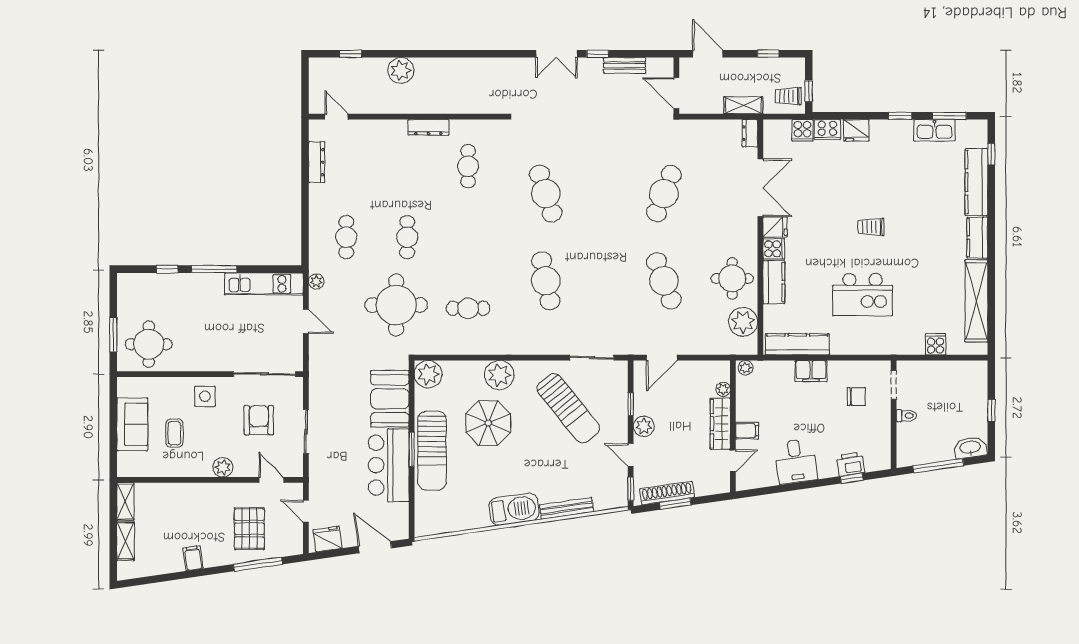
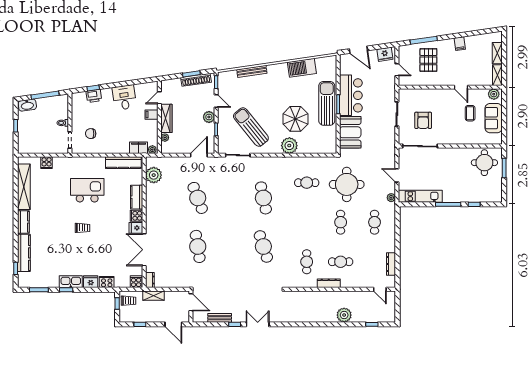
cooker: (803, 130) -> (136, 282), moved
kitchen sink: (934, 130) -> (71, 282), moved
cafe table: (407, 166) -> (341, 262), added
cafe table: (664, 194) -> (198, 246), turned -30
round table: (732, 278) -> (160, 199), removed
filing cabinet: (811, 371) -> (139, 148), moved
plant: (428, 374) -> (329, 146), removed
side table: (205, 396) -> (453, 134), removed
plant: (223, 467) -> (494, 94), moved
door: (271, 480) -> (461, 87), moved
barbecue: (514, 509) -> (302, 68), moved

